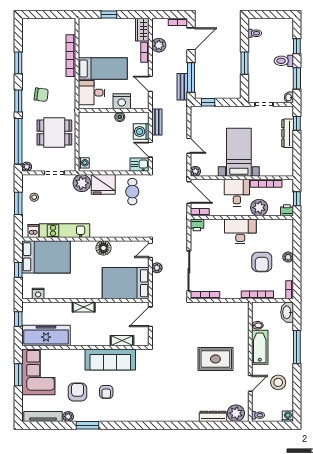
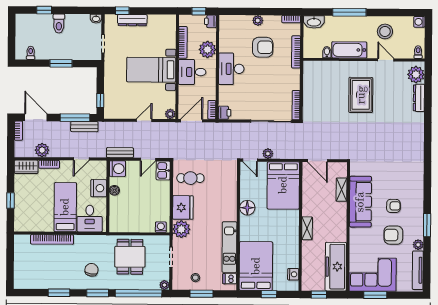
window: (297, 78) -> (77, 10), removed
washing machine: (141, 132) -> (117, 169), moved, turned -90

